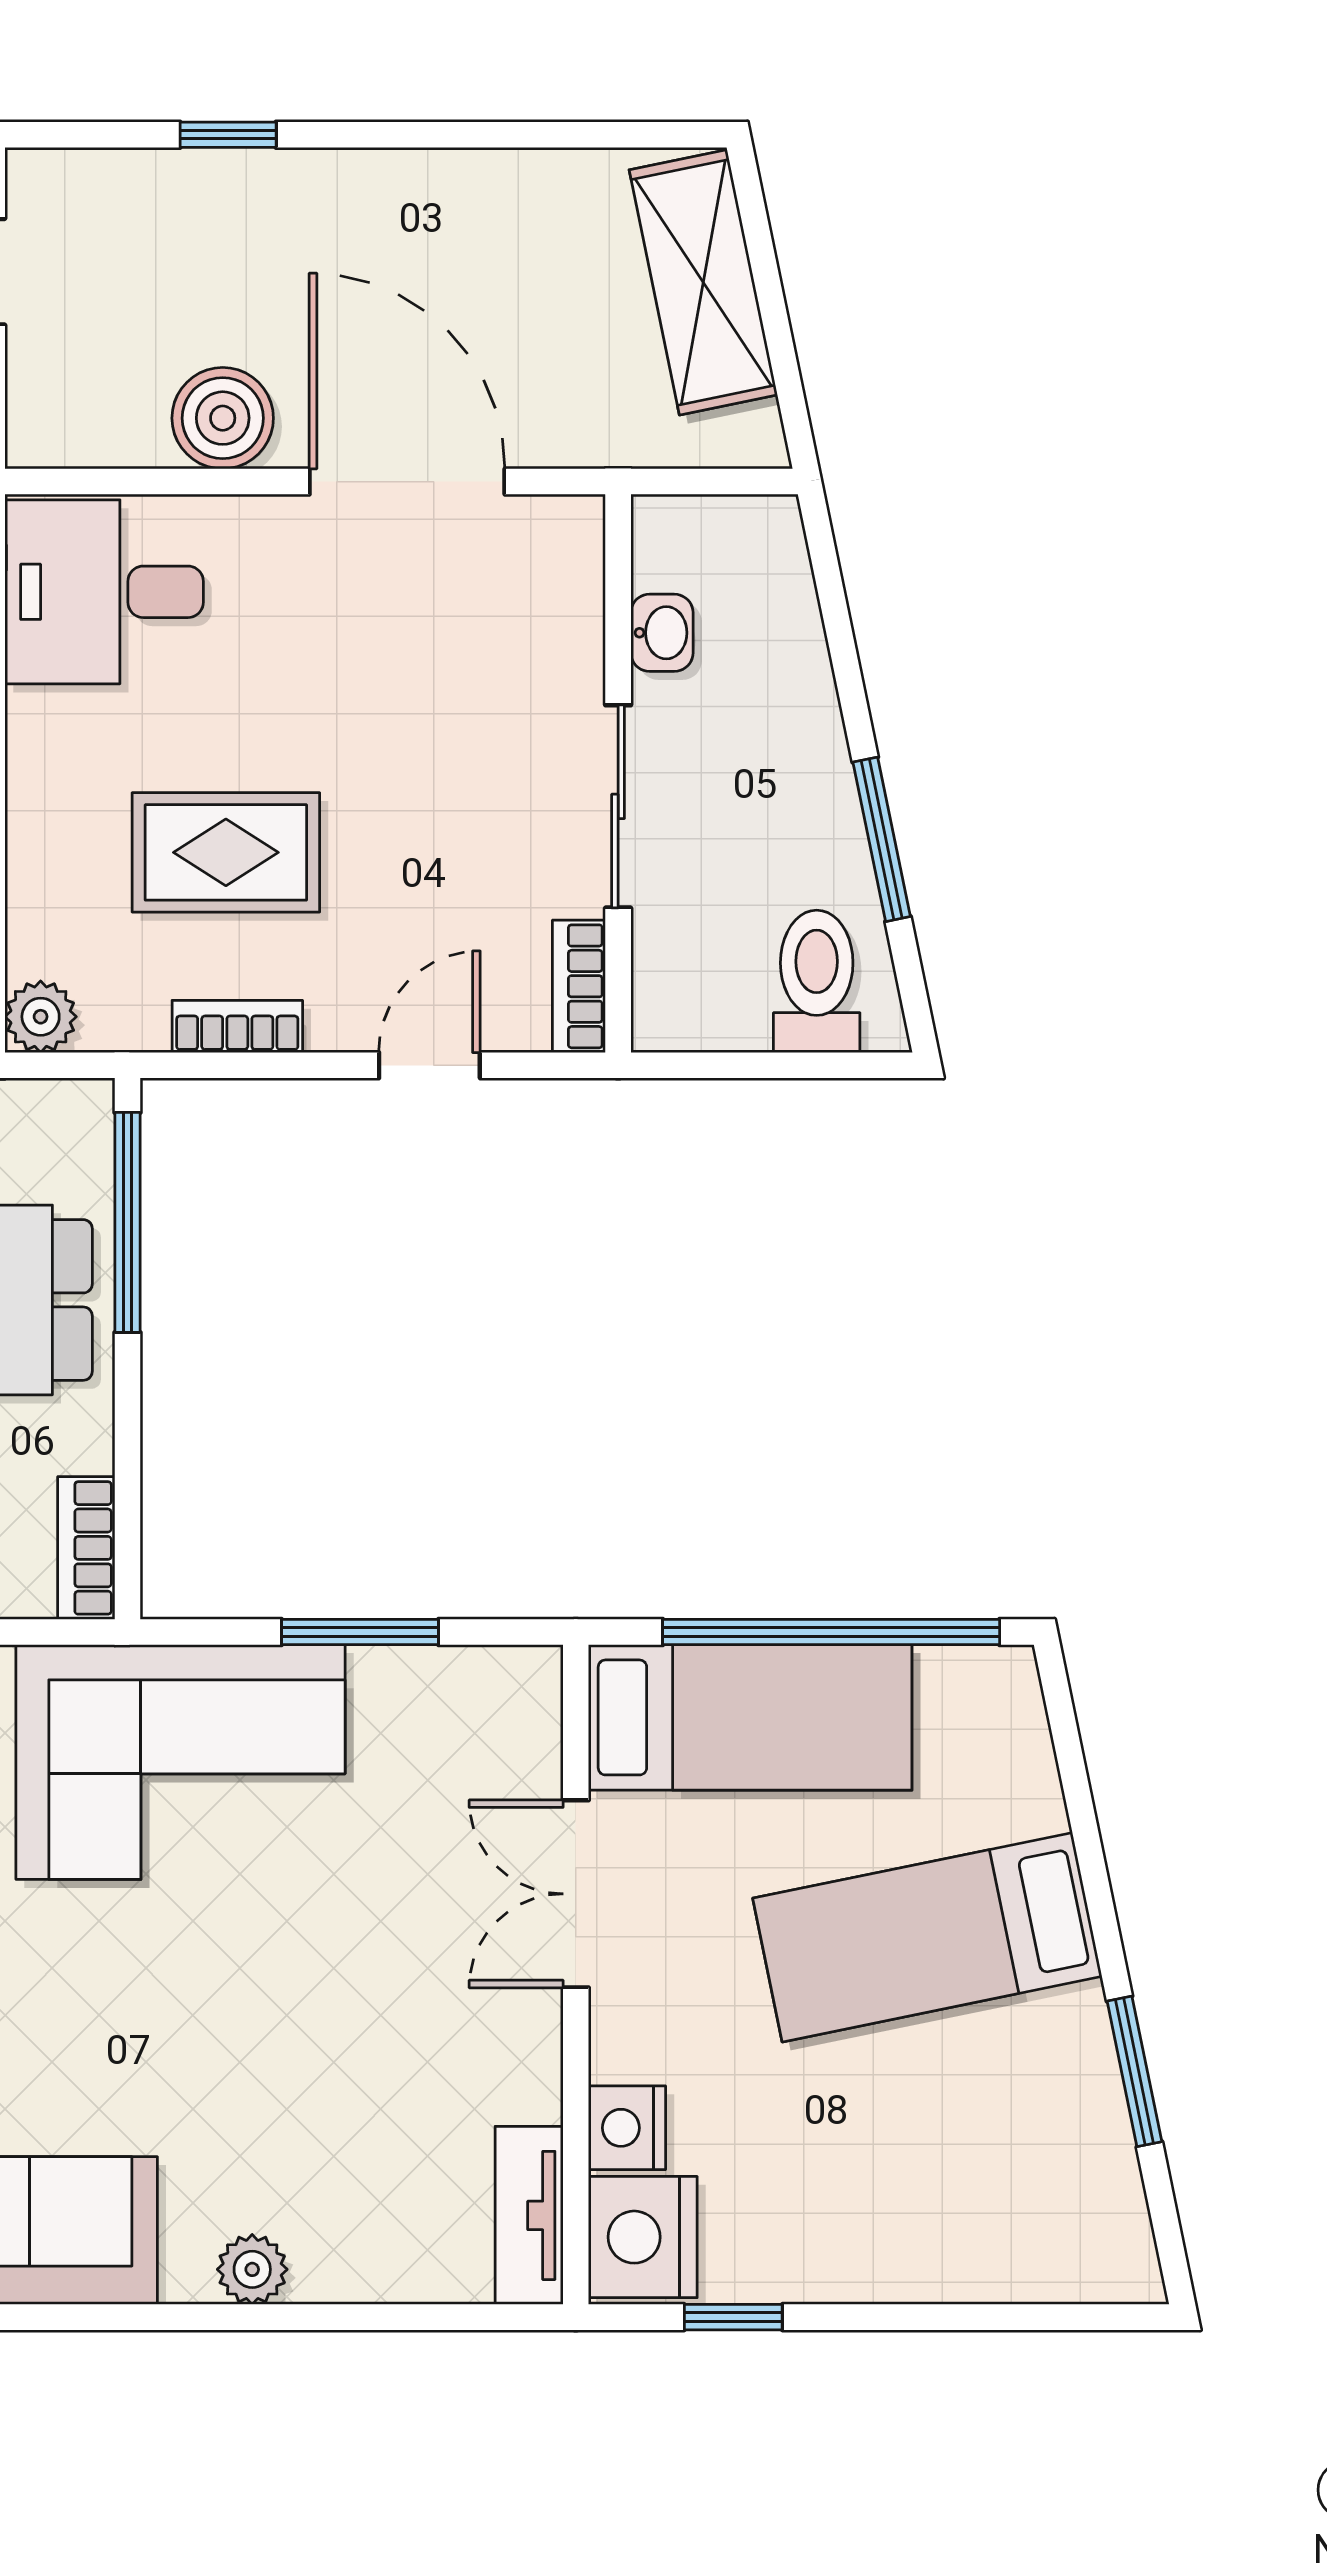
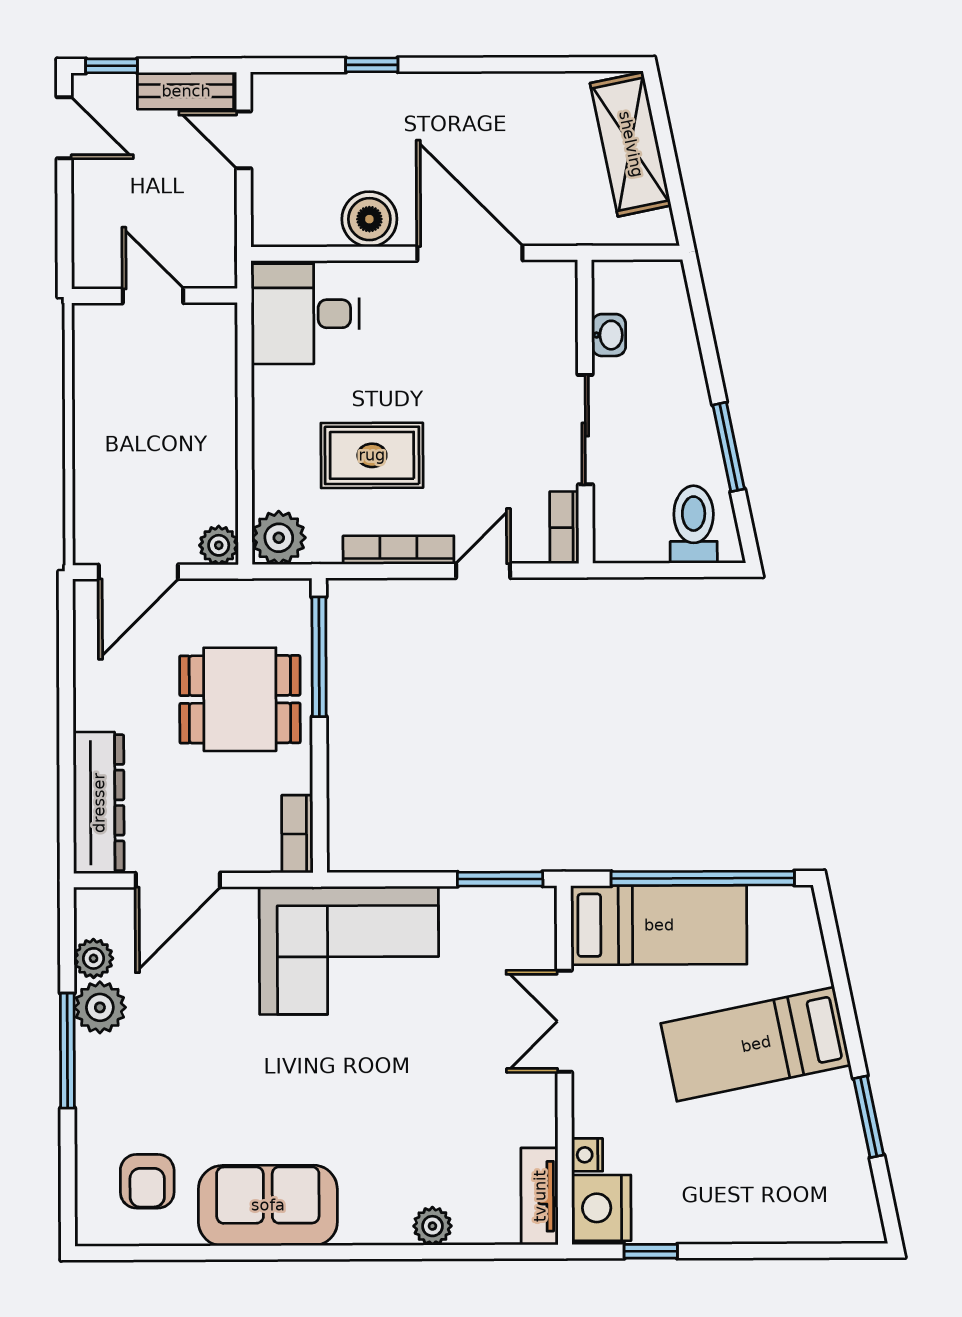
plant: (41, 1017) -> (279, 538), width x1.38, depth x1.38
bookcase: (237, 1026) -> (398, 550), width x1.56
window: (360, 1632) -> (500, 879), moved
nightstand: (627, 2128) -> (587, 1155), width x0.72, depth x0.74
plant: (252, 2269) -> (432, 1226), moved

